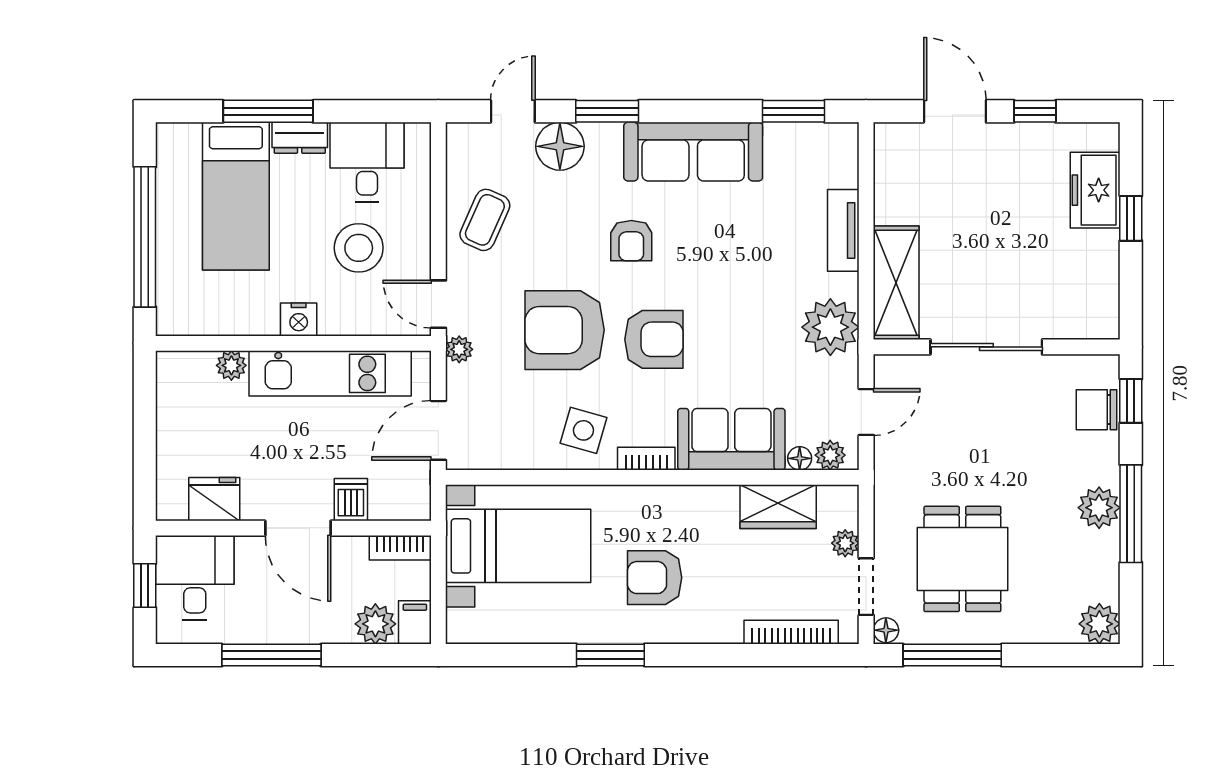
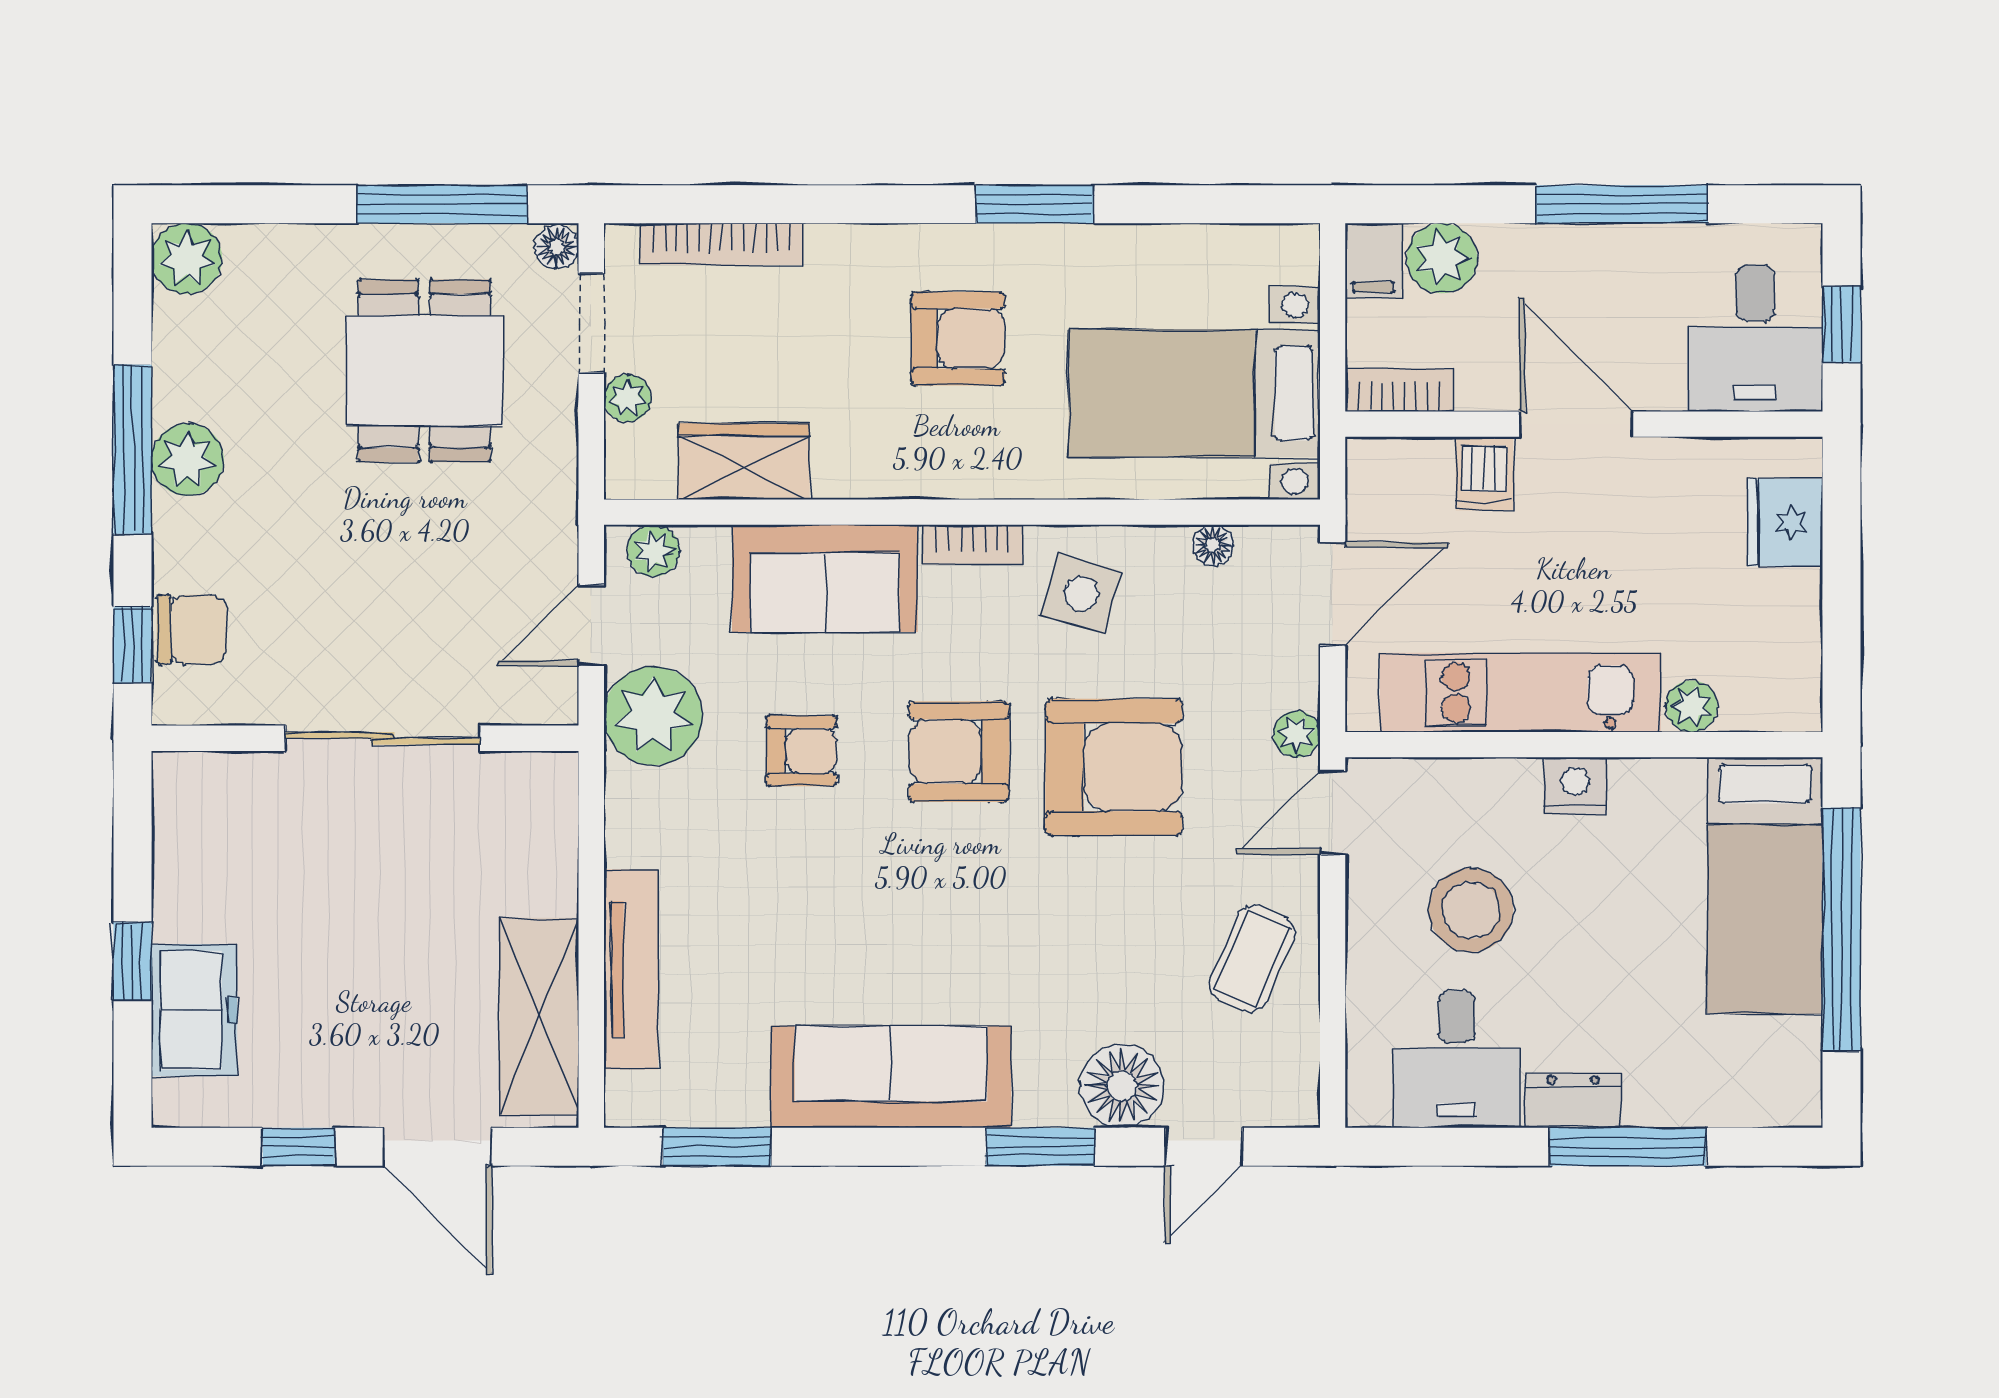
bed: (236, 196) -> (1765, 885), moved, turned 180
tv unit: (843, 230) -> (631, 969), width x1.41
armchair: (631, 241) -> (801, 751), moved, turned 90
shelving: (896, 283) -> (539, 1016), moved
door: (438, 304) -> (1333, 812), swing flipped
plant: (830, 327) -> (653, 716), moved
floor lamp: (800, 458) -> (1213, 545), moved
fridge: (214, 499) -> (1785, 522), moved, turned 90

